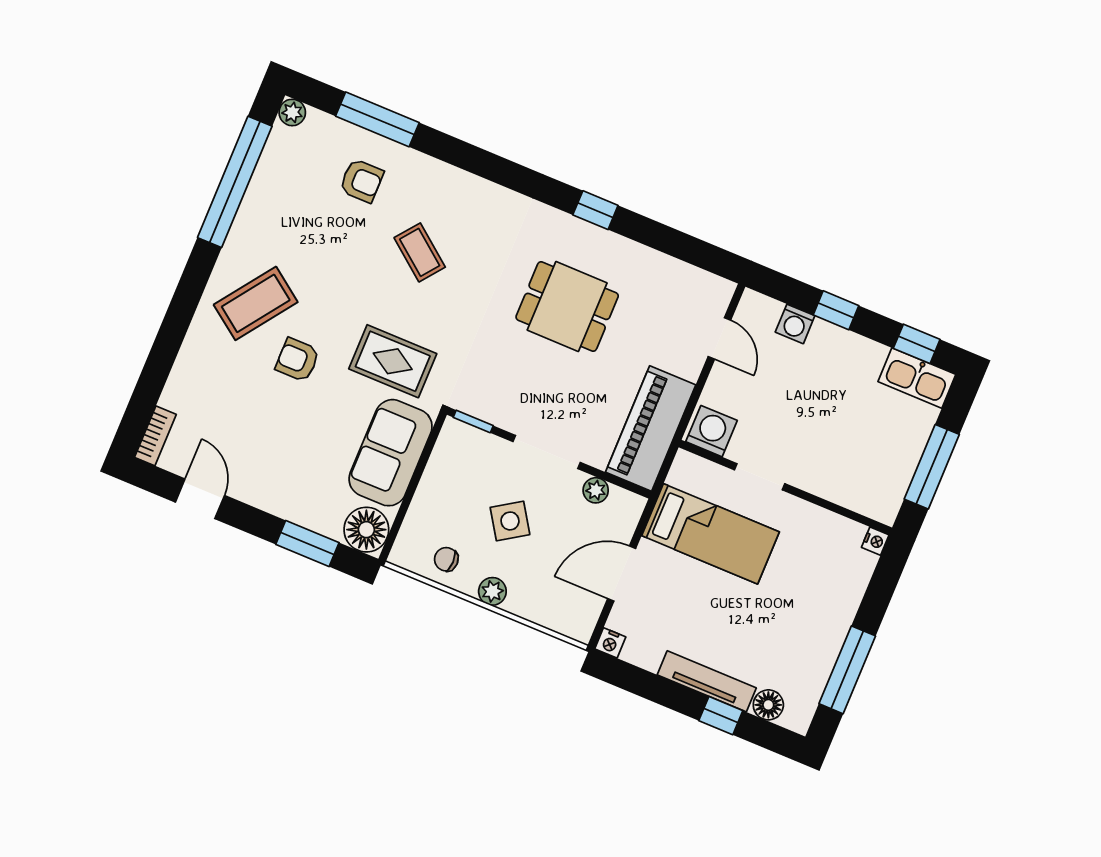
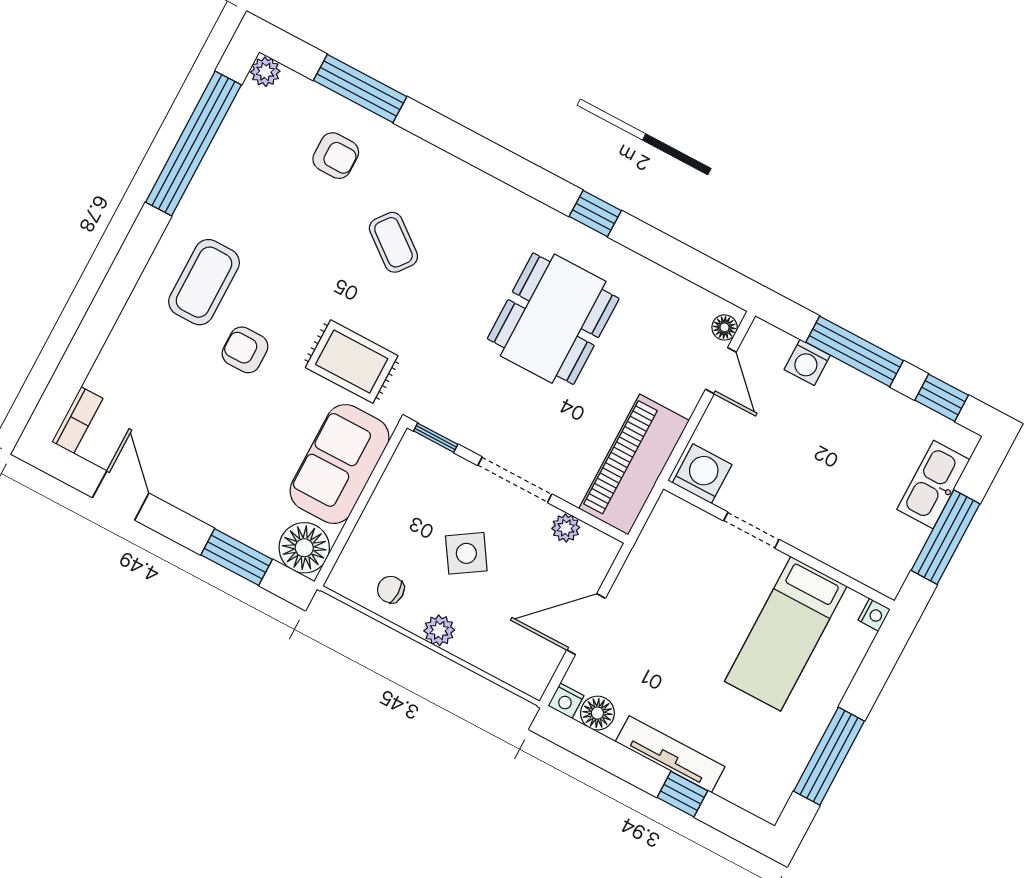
floor lamp: (719, 300) -> (725, 327), added
coffee table: (256, 303) -> (204, 282), turned -36
dining table: (567, 306) -> (553, 319), width x1.37
window: (836, 310) -> (855, 351), width x2.17
kitchen sink: (917, 378) -> (933, 484), moved, turned 90
bed: (711, 534) -> (786, 634), moved, turned 90
floor lamp: (768, 705) -> (597, 713), moved

